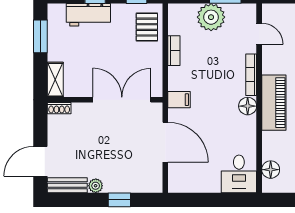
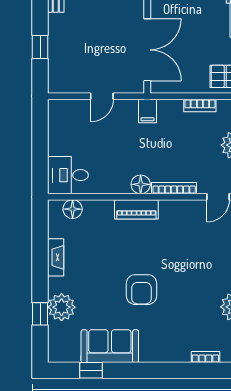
piano: (274, 103) -> (136, 209), width x0.73, depth x0.75
door: (165, 142) -> (102, 96), width x0.53
plant: (96, 186) -> (55, 22), removed

